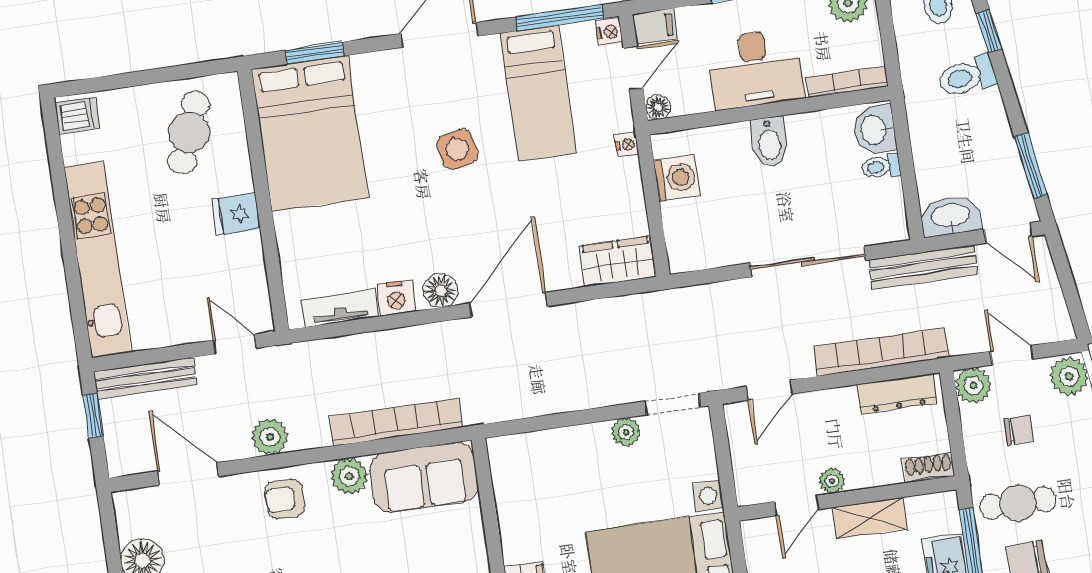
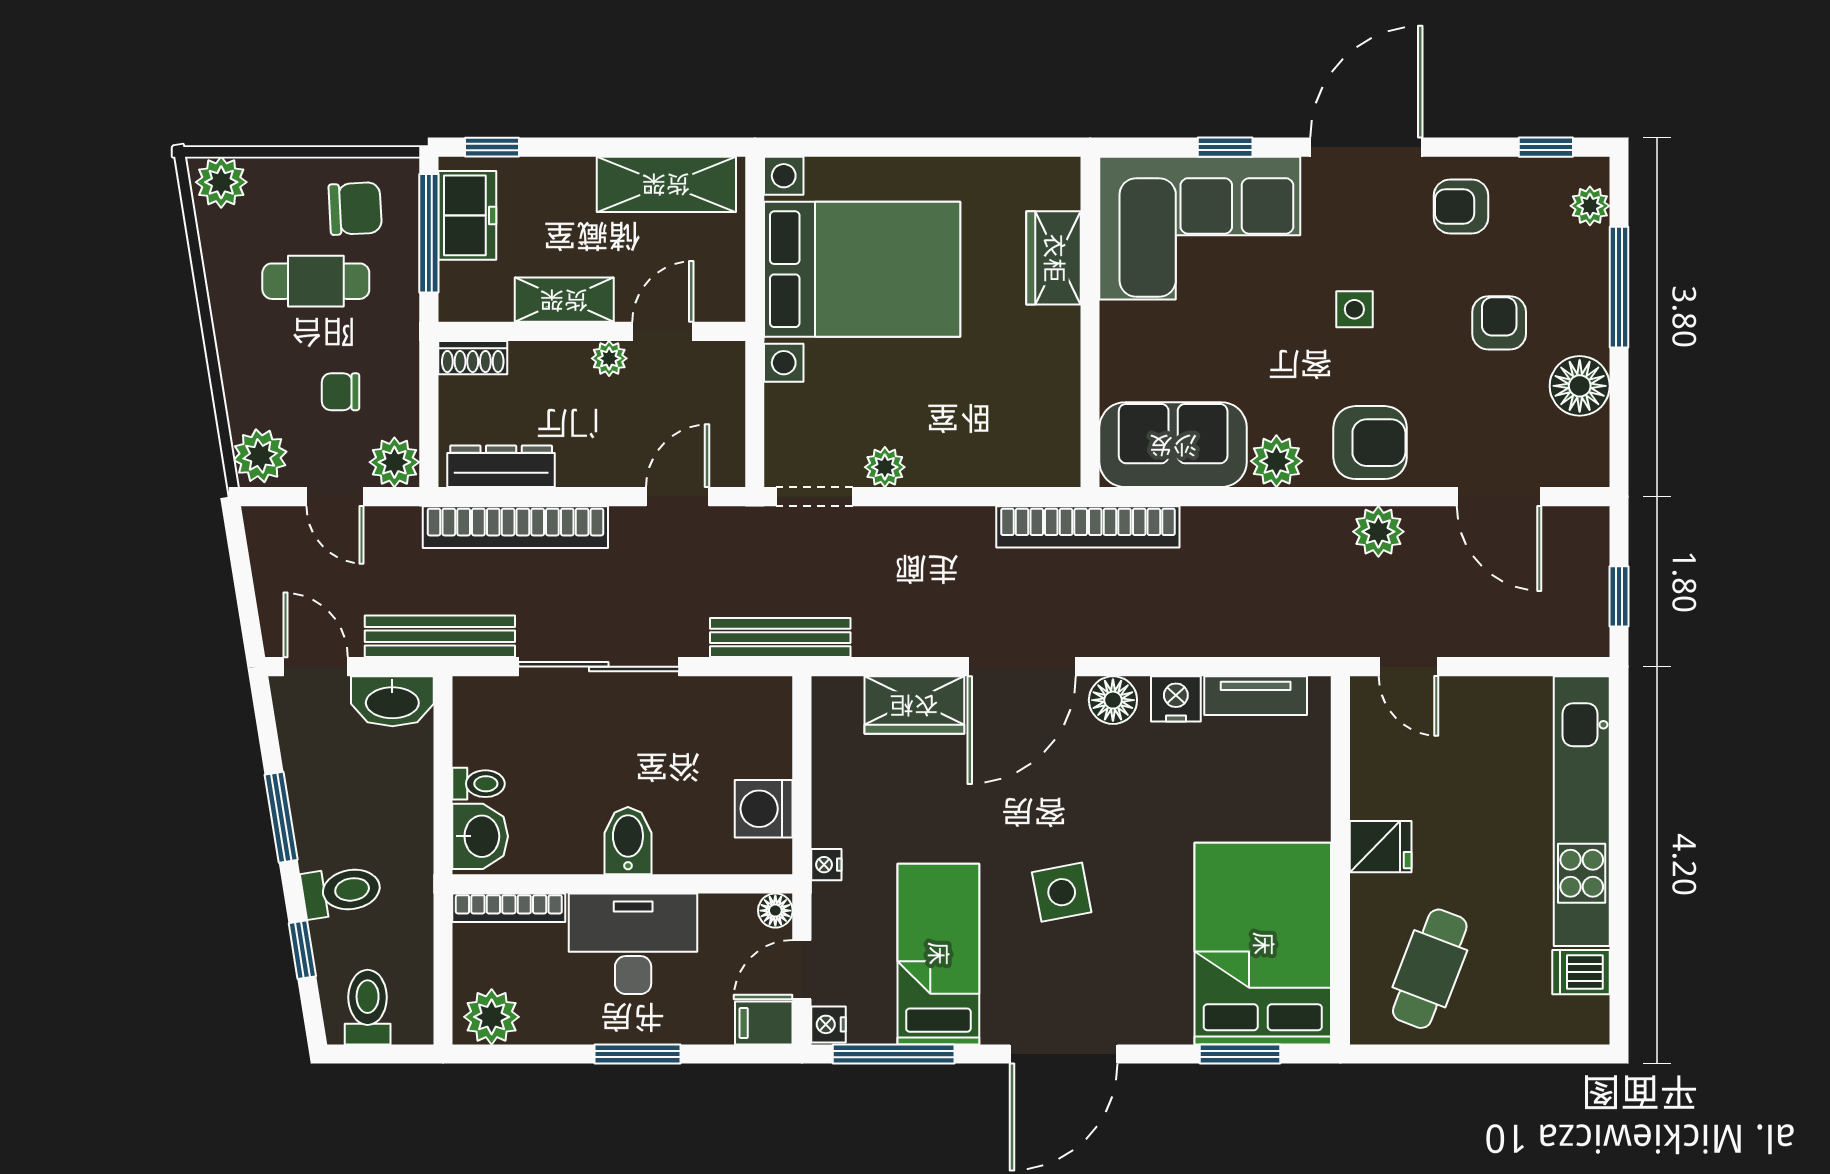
dishwasher: (77, 115) -> (1581, 972), moved
window: (1031, 166) -> (281, 817), moved
wardrobe: (618, 261) -> (914, 705), moved
bench: (145, 378) -> (780, 638), moved
bookcase: (396, 422) -> (1088, 527), moved
armchair: (285, 499) -> (1370, 443), width x1.38, depth x1.38
cafe table: (1018, 503) -> (316, 281), moved

